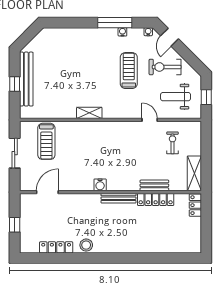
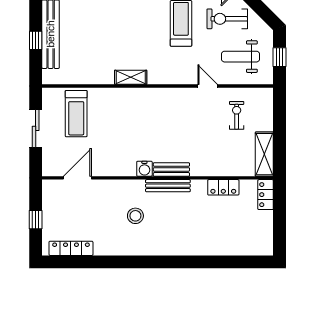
bench: (154, 185) -> (171, 169), moved
locker: (156, 199) -> (223, 187), width x0.66
stool: (86, 245) -> (135, 216), moved
locker: (56, 247) -> (71, 248), moved

